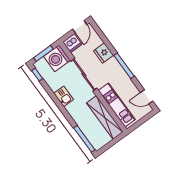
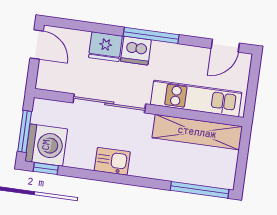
dishwasher: (72, 43) -> (136, 51), moved, turned 90
washing machine: (57, 58) -> (46, 145), moved, turned -90

